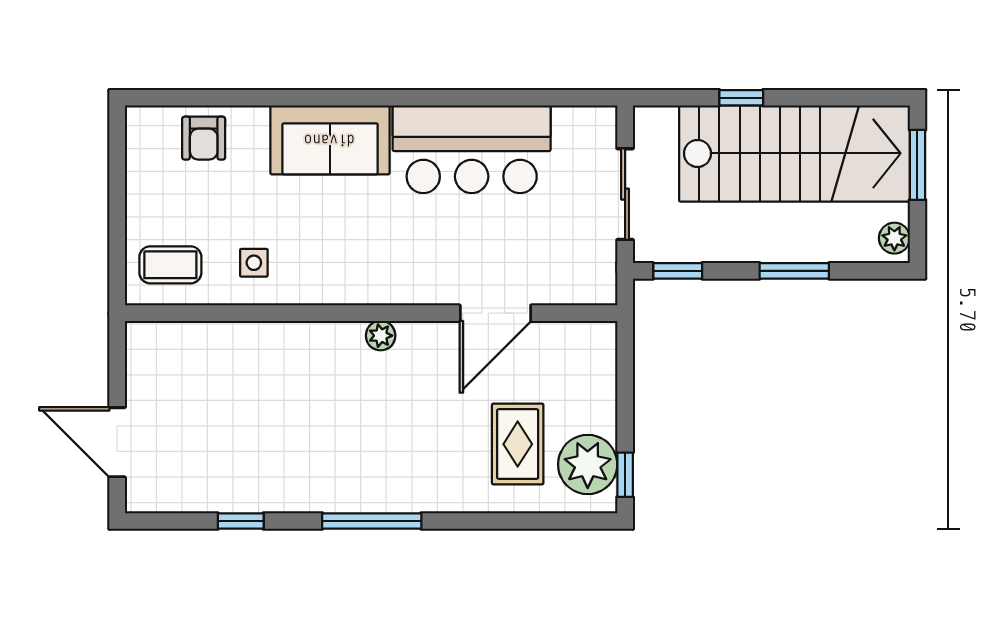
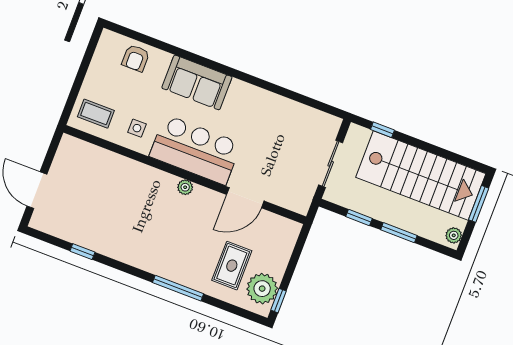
window: (741, 98) -> (382, 130), moved
bar counter: (472, 149) -> (195, 150), moved, turned 180
window: (678, 271) -> (359, 217), moved
window: (372, 521) -> (178, 288), moved

